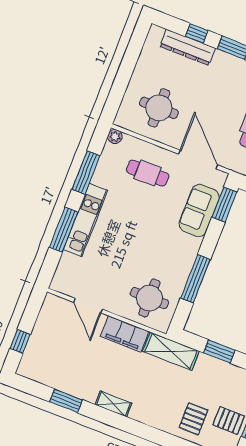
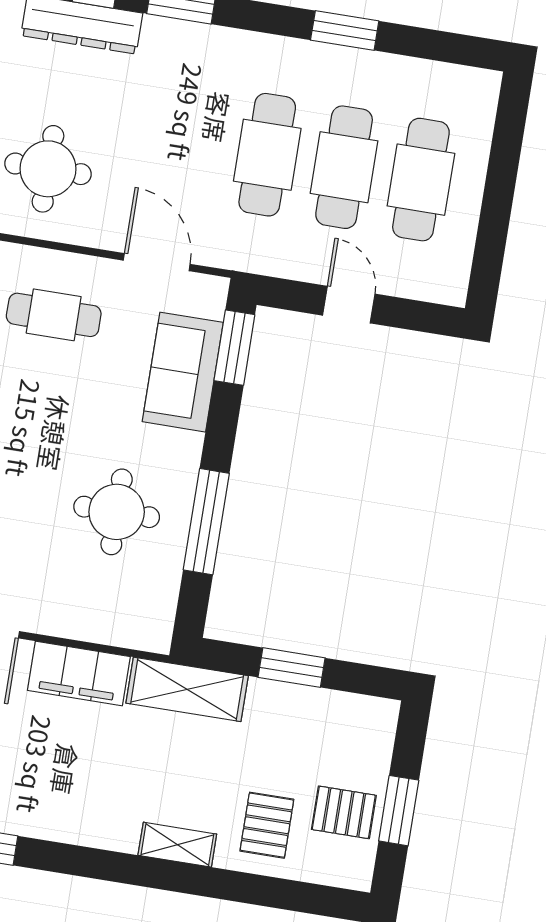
door: (198, 159) -> (157, 262), width x0.73
round table: (149, 298) -> (117, 512), moved
shelving: (113, 404) -> (177, 845), moved

